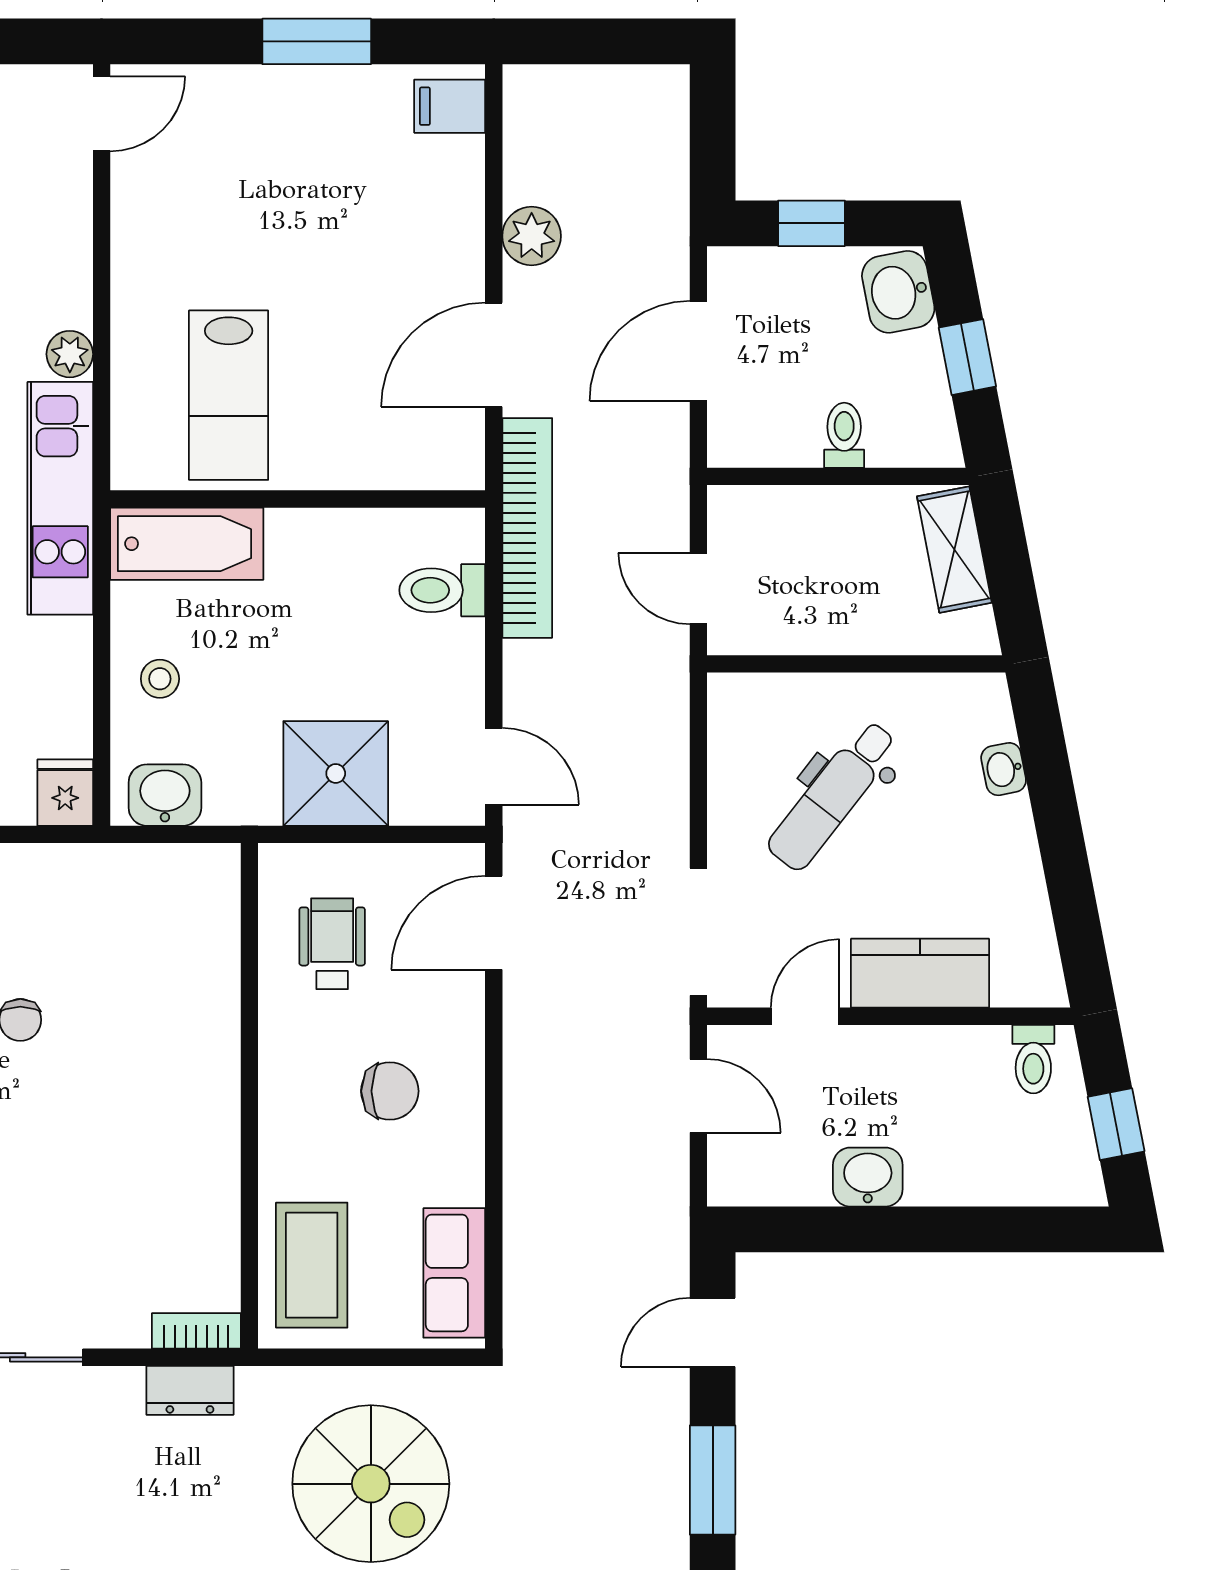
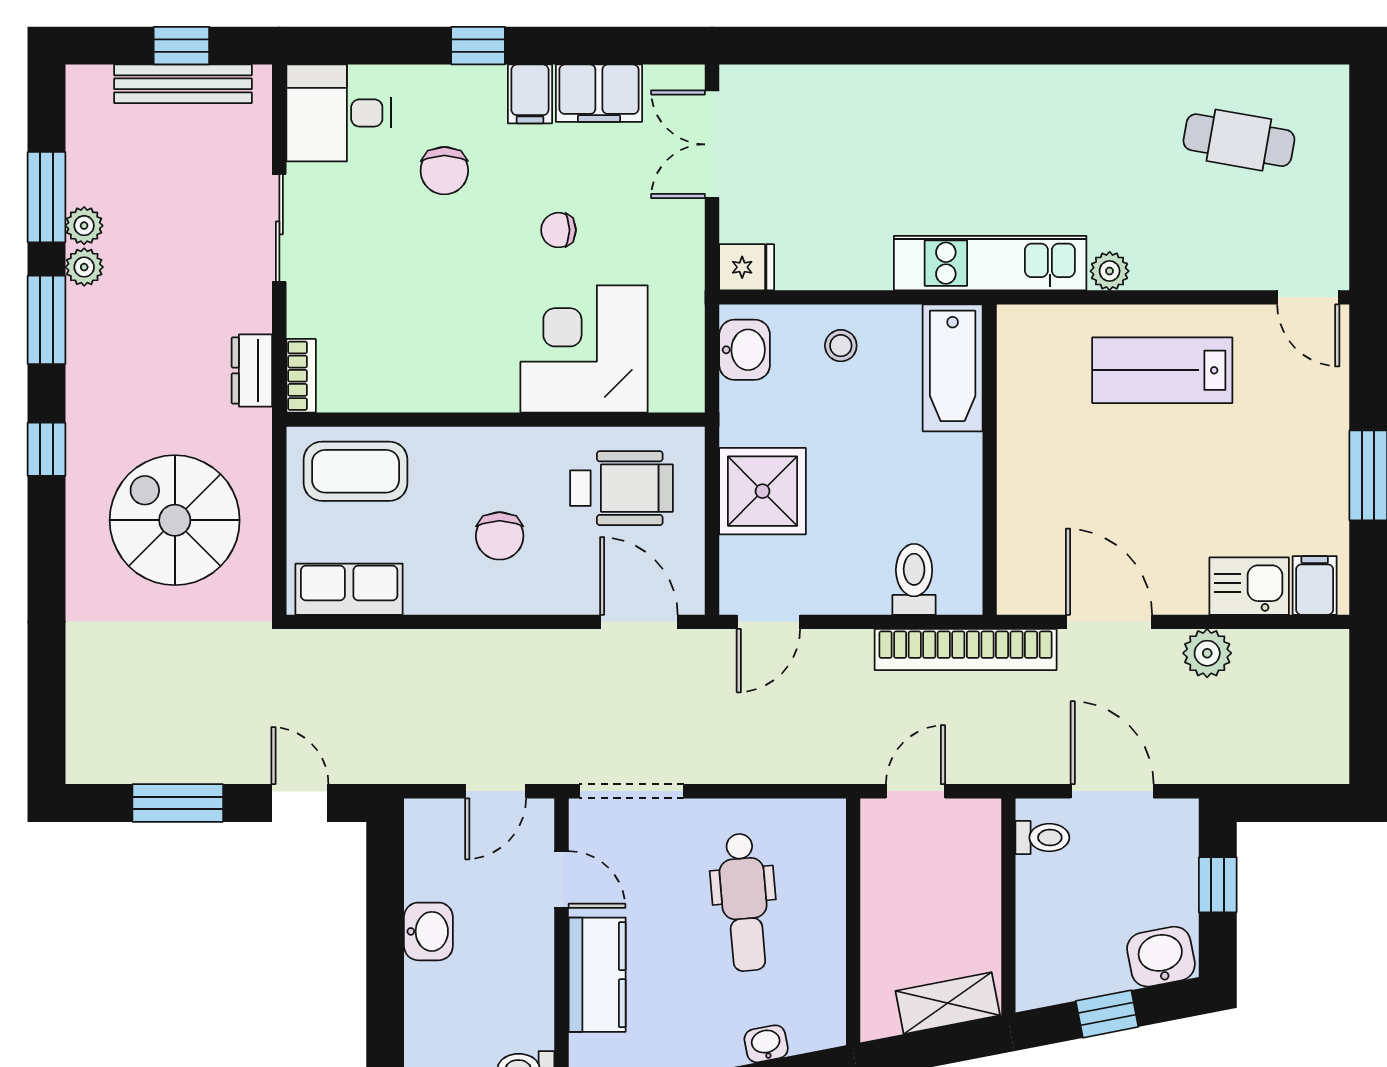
kitchen sink: (450, 185) -> (1249, 586), added
lab bench: (229, 395) -> (1162, 370), moved
toilet: (844, 435) -> (1042, 838), moved
dental chair: (832, 795) -> (744, 902), turned -133
wheelchair: (332, 944) -> (622, 488), width x1.36, depth x1.37
corner desk: (164, 989) -> (584, 349), added
spiral stairs: (371, 1484) -> (175, 520), turned 90

